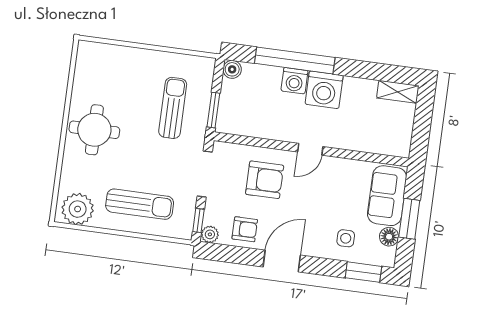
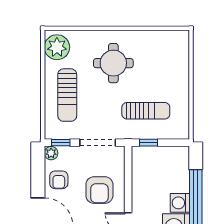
boiler: (232, 69) -> (182, 153), removed
window: (213, 110) -> (148, 143), width x0.67
round table: (94, 130) -> (113, 63), moved

